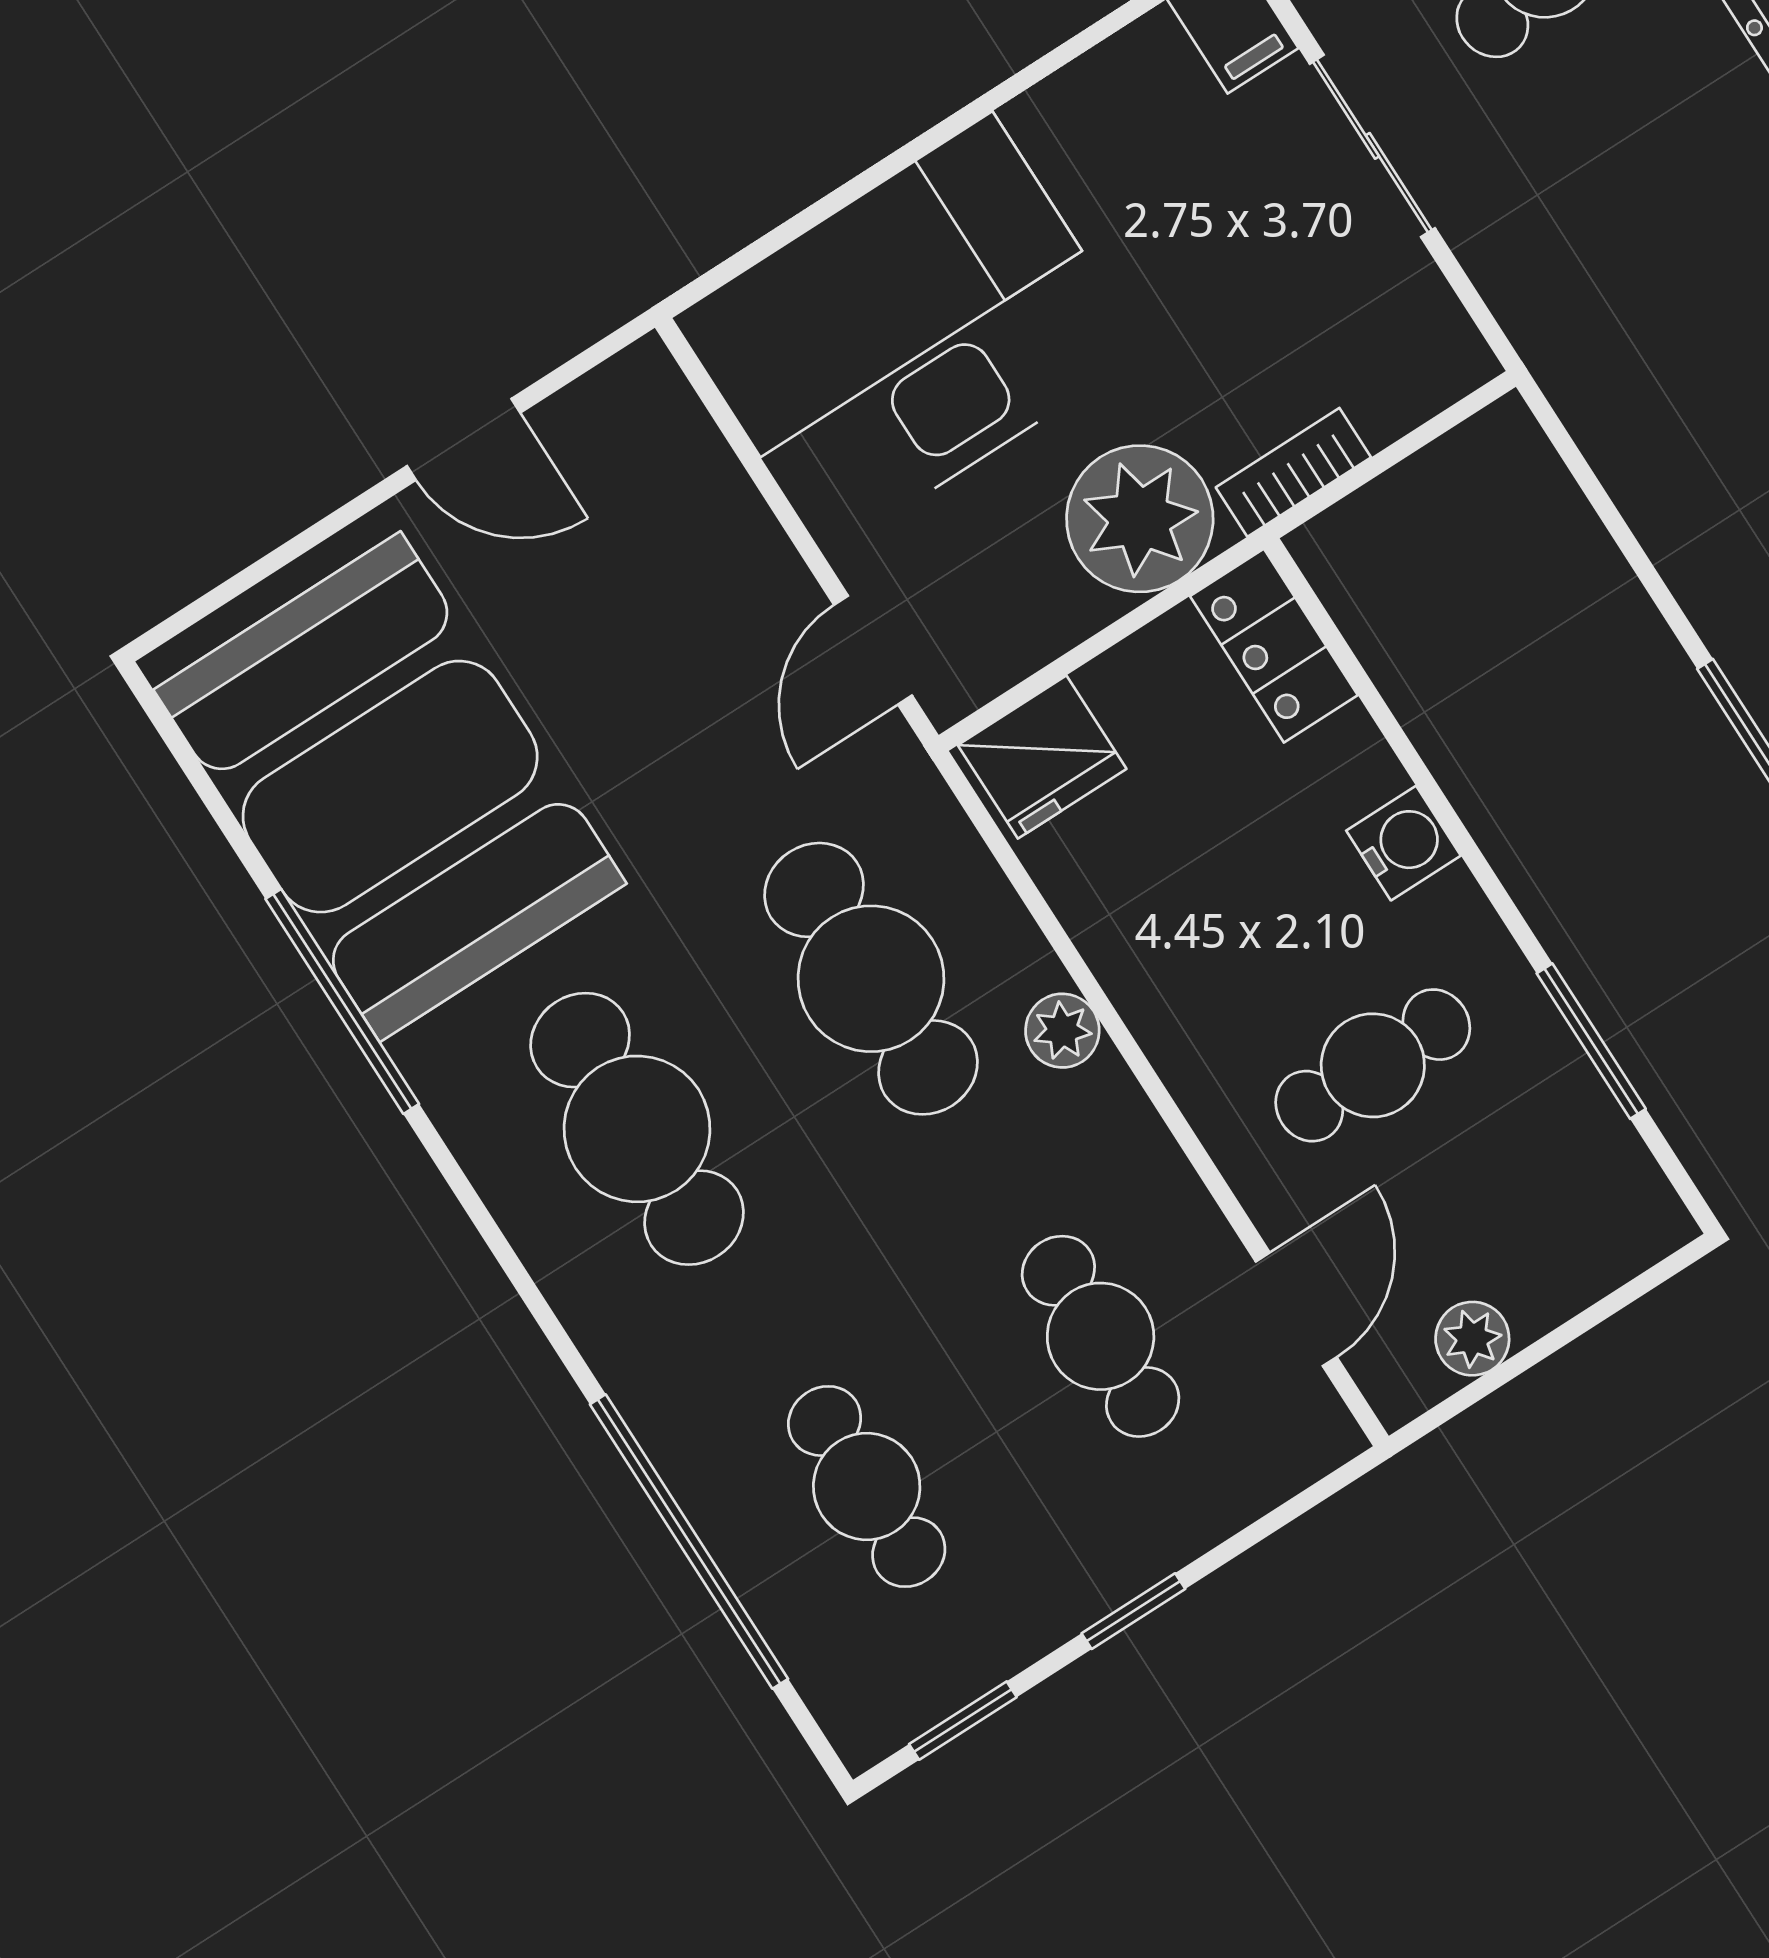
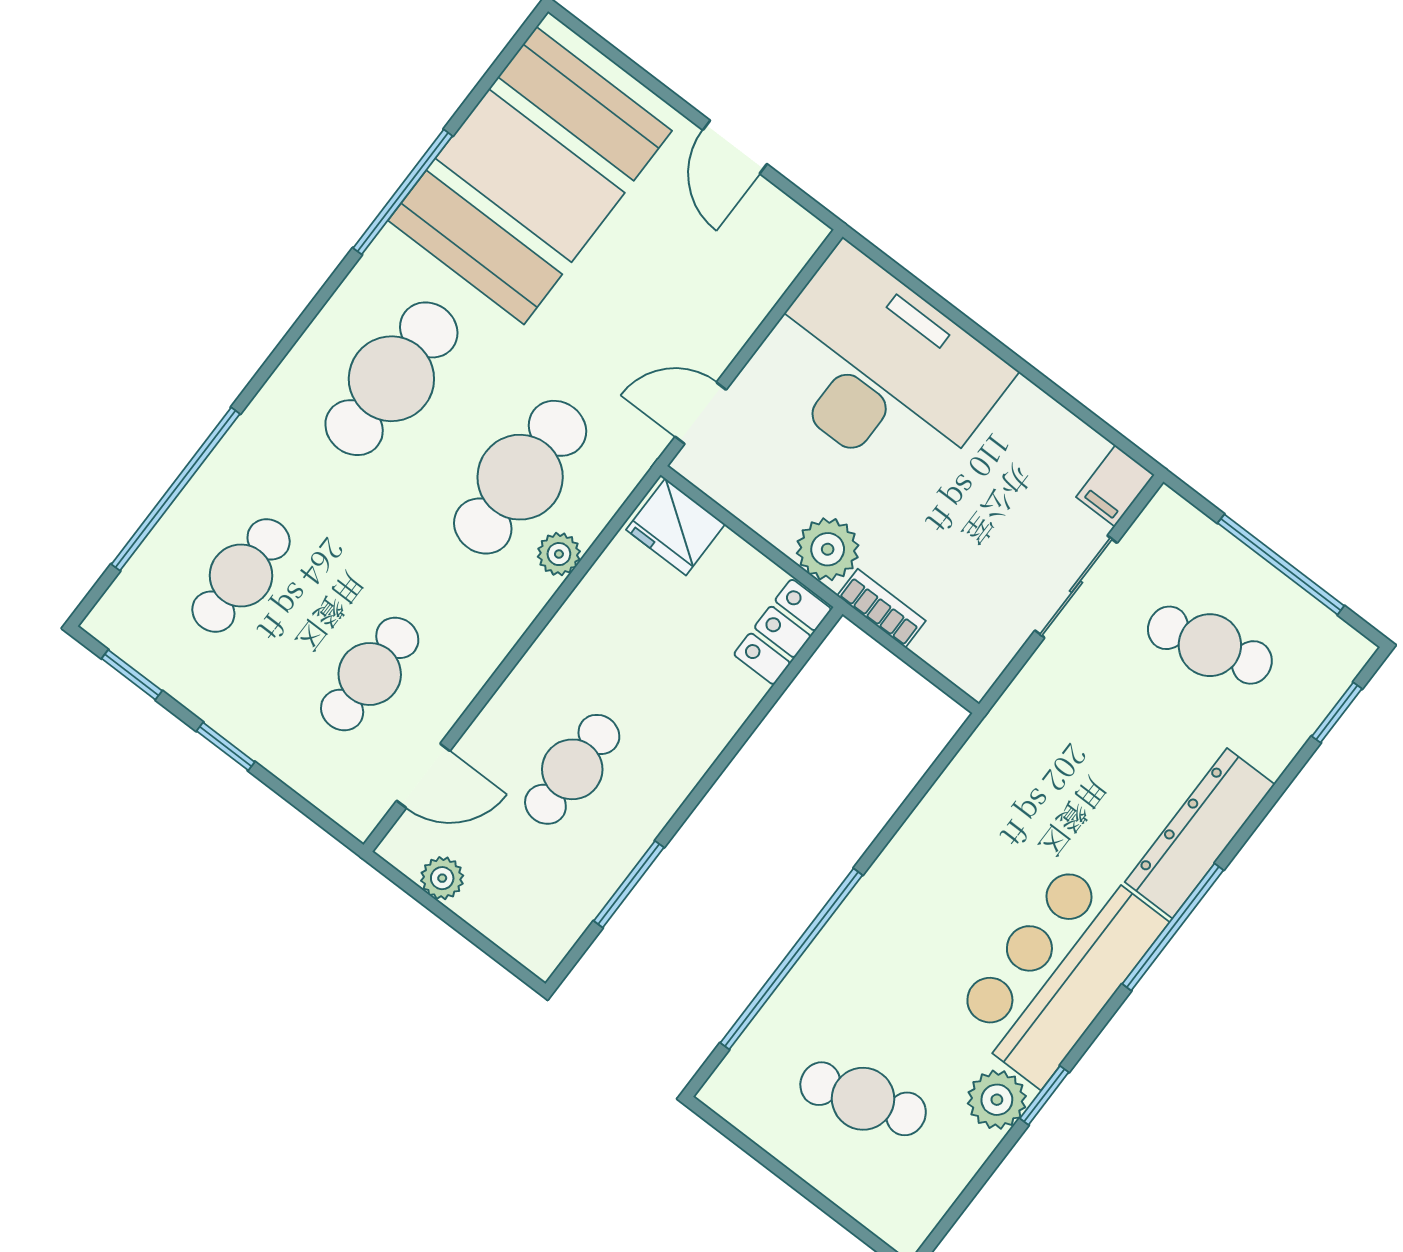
plant: (1140, 519) -> (828, 549), width x0.73, depth x0.73
water cooler: (1404, 843) -> (700, 742), removed
plant: (1062, 1031) -> (559, 554), moved
cafe table: (1373, 1065) -> (572, 769), turned 90

